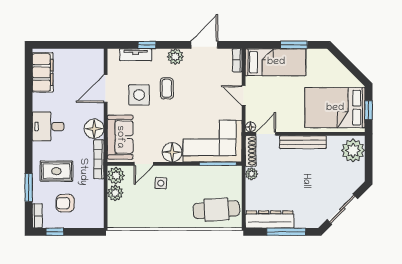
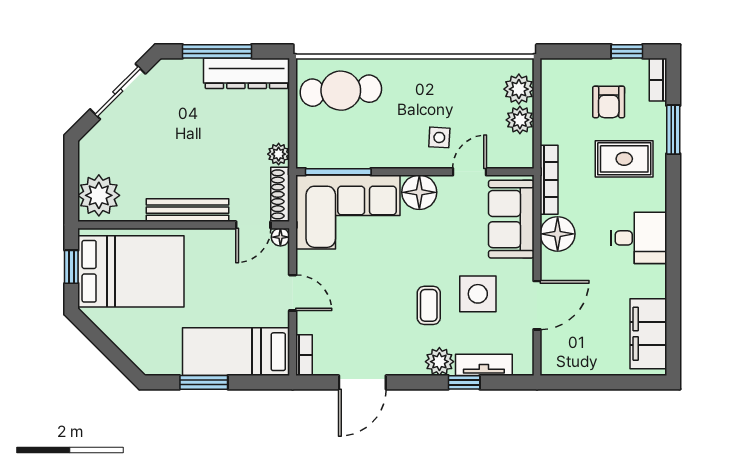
plant: (175, 57) -> (439, 362), moved
plant: (116, 176) -> (519, 89), moved
armchair: (65, 203) -> (609, 102), turned 90

